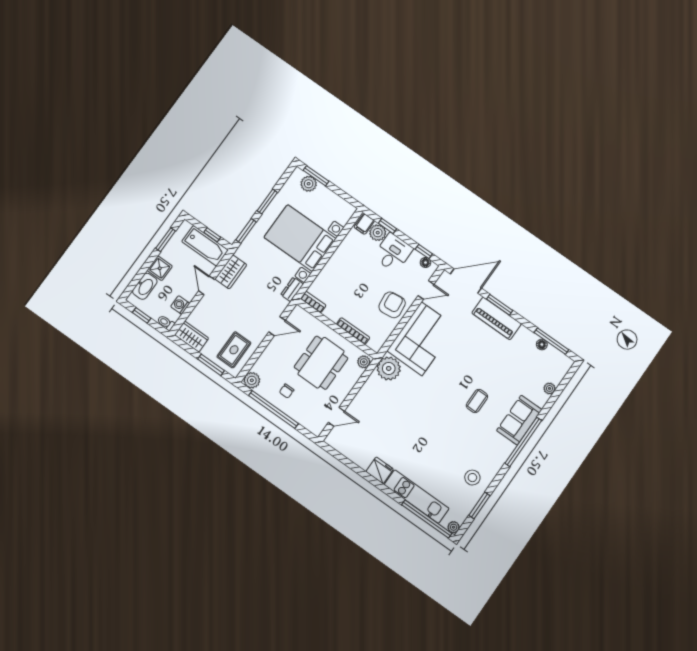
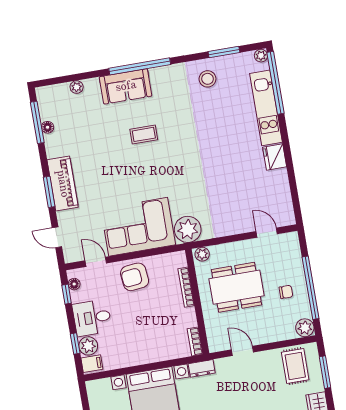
door: (466, 281) -> (57, 237), width x0.53
rug: (234, 350) -> (295, 366), turned 90

